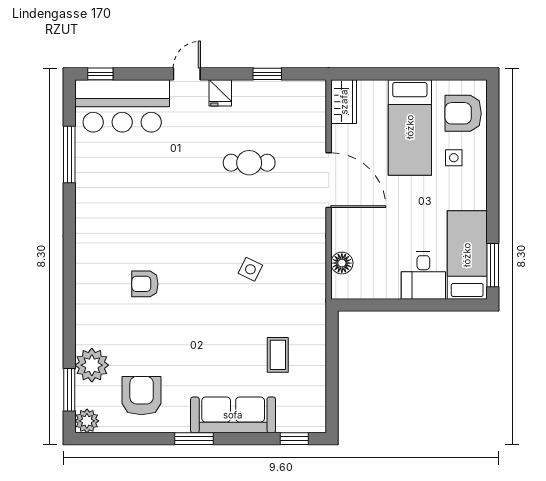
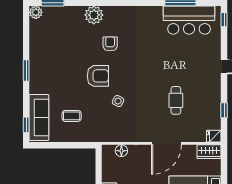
fridge: (220, 93) -> (214, 136), moved
bar counter: (122, 106) -> (189, 20), moved, turned -90
plant: (92, 365) -> (94, 15), moved
armchair: (142, 396) -> (98, 76), moved
sofa: (233, 415) -> (39, 117), moved

